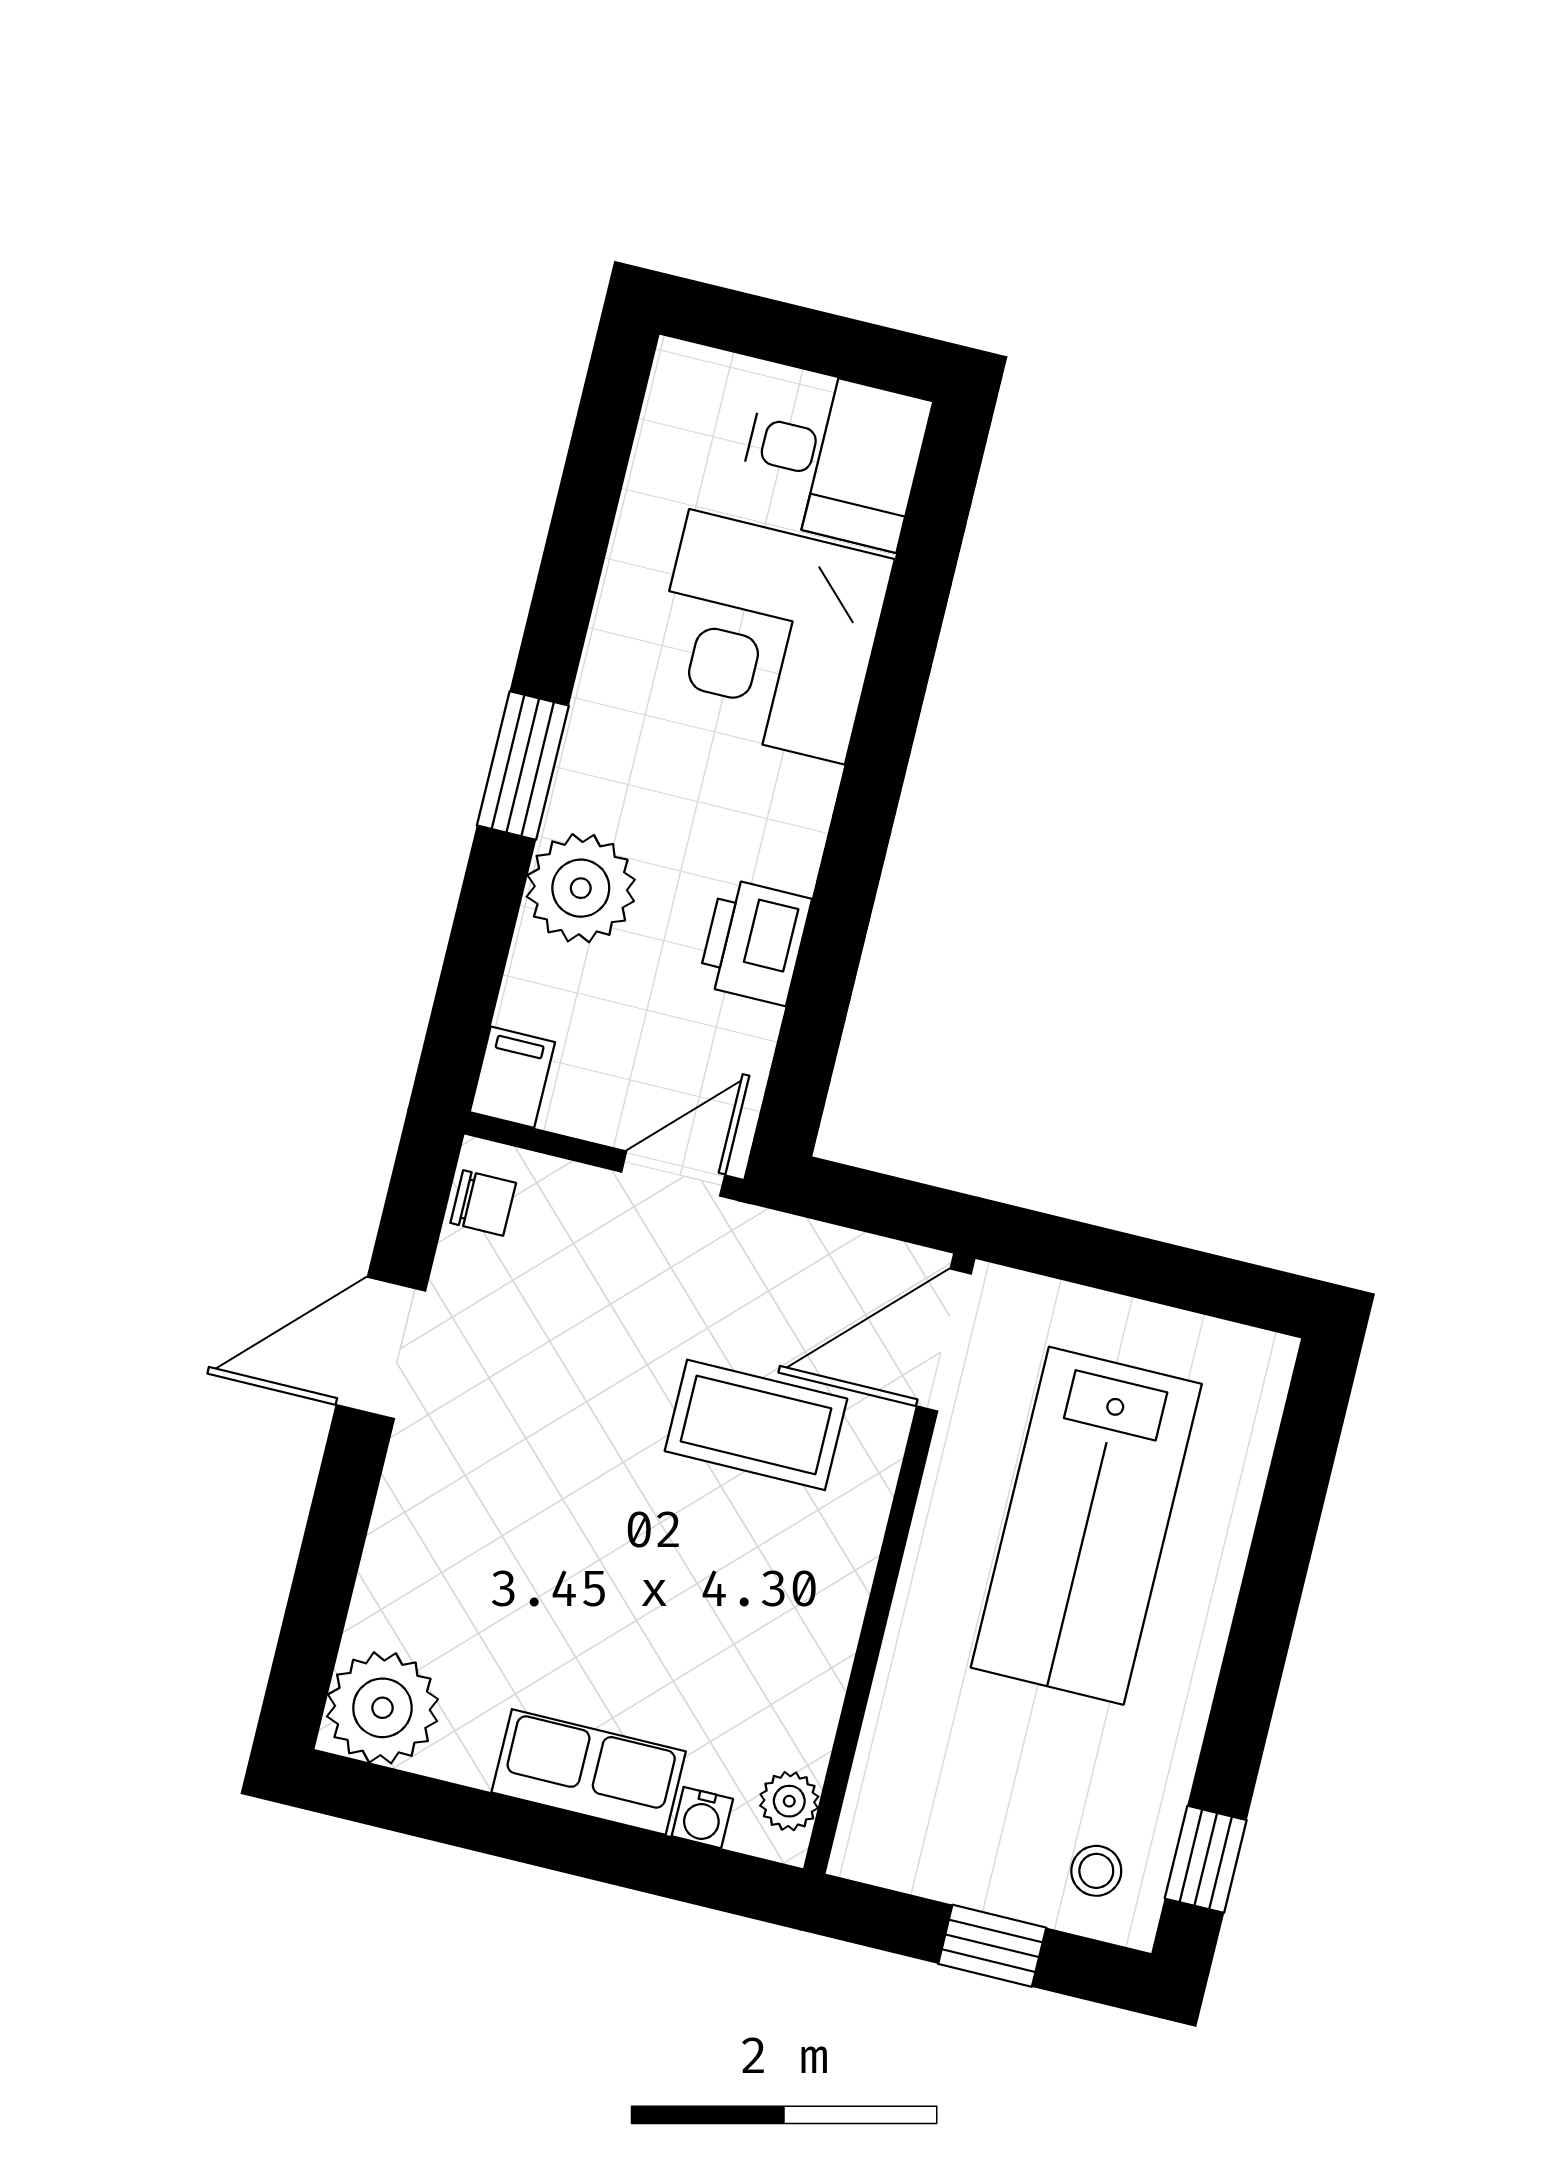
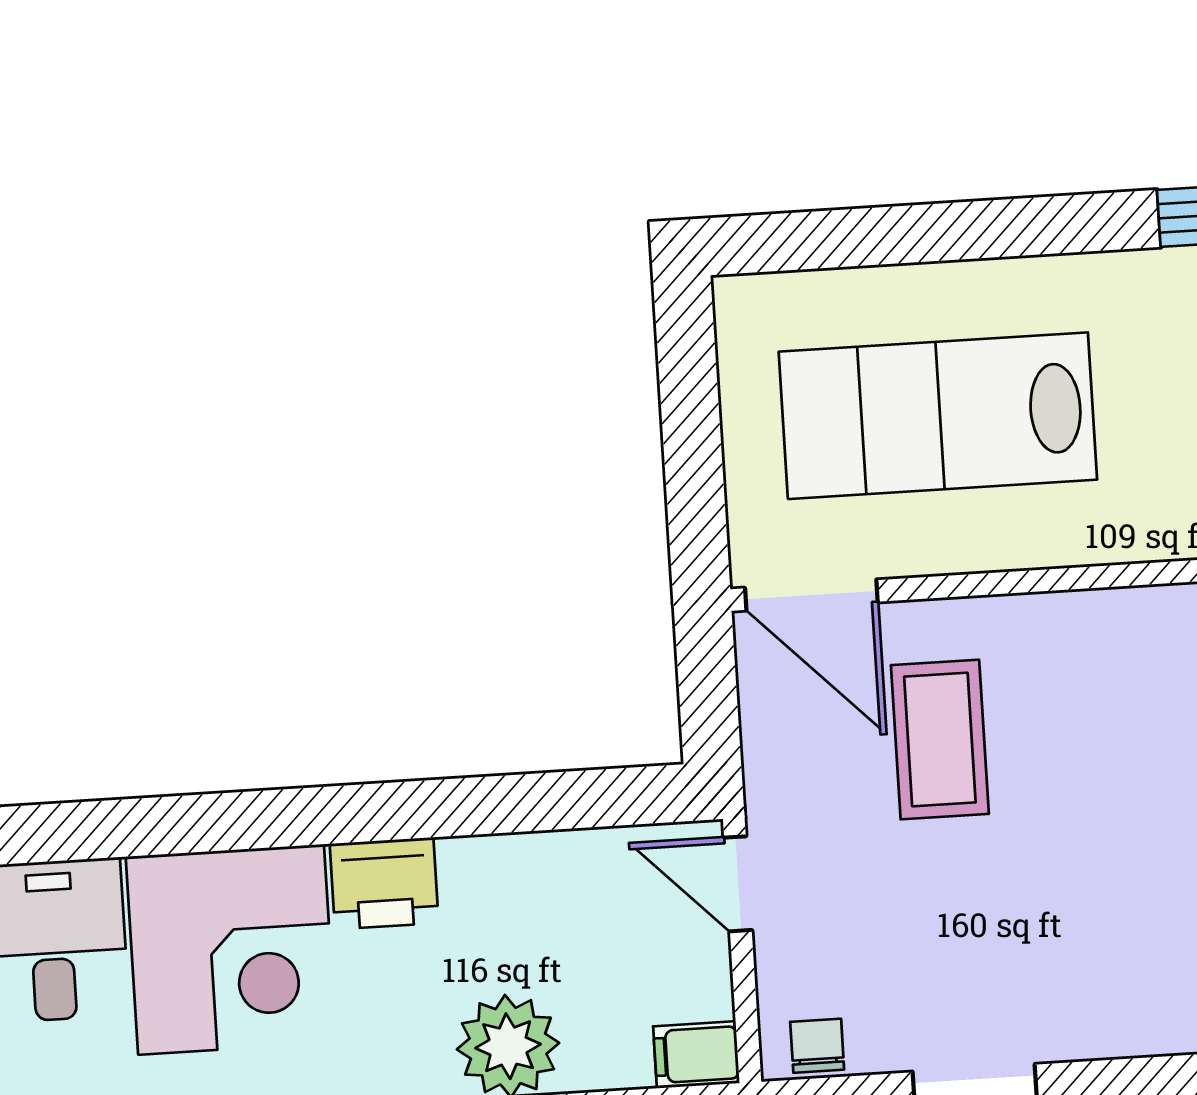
printer: (754, 942) -> (384, 883), moved
lab bench: (1086, 1526) -> (938, 416), turned 180

